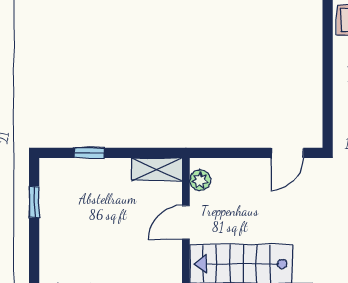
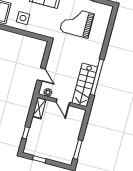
door: (287, 153) -> (41, 74), moved

